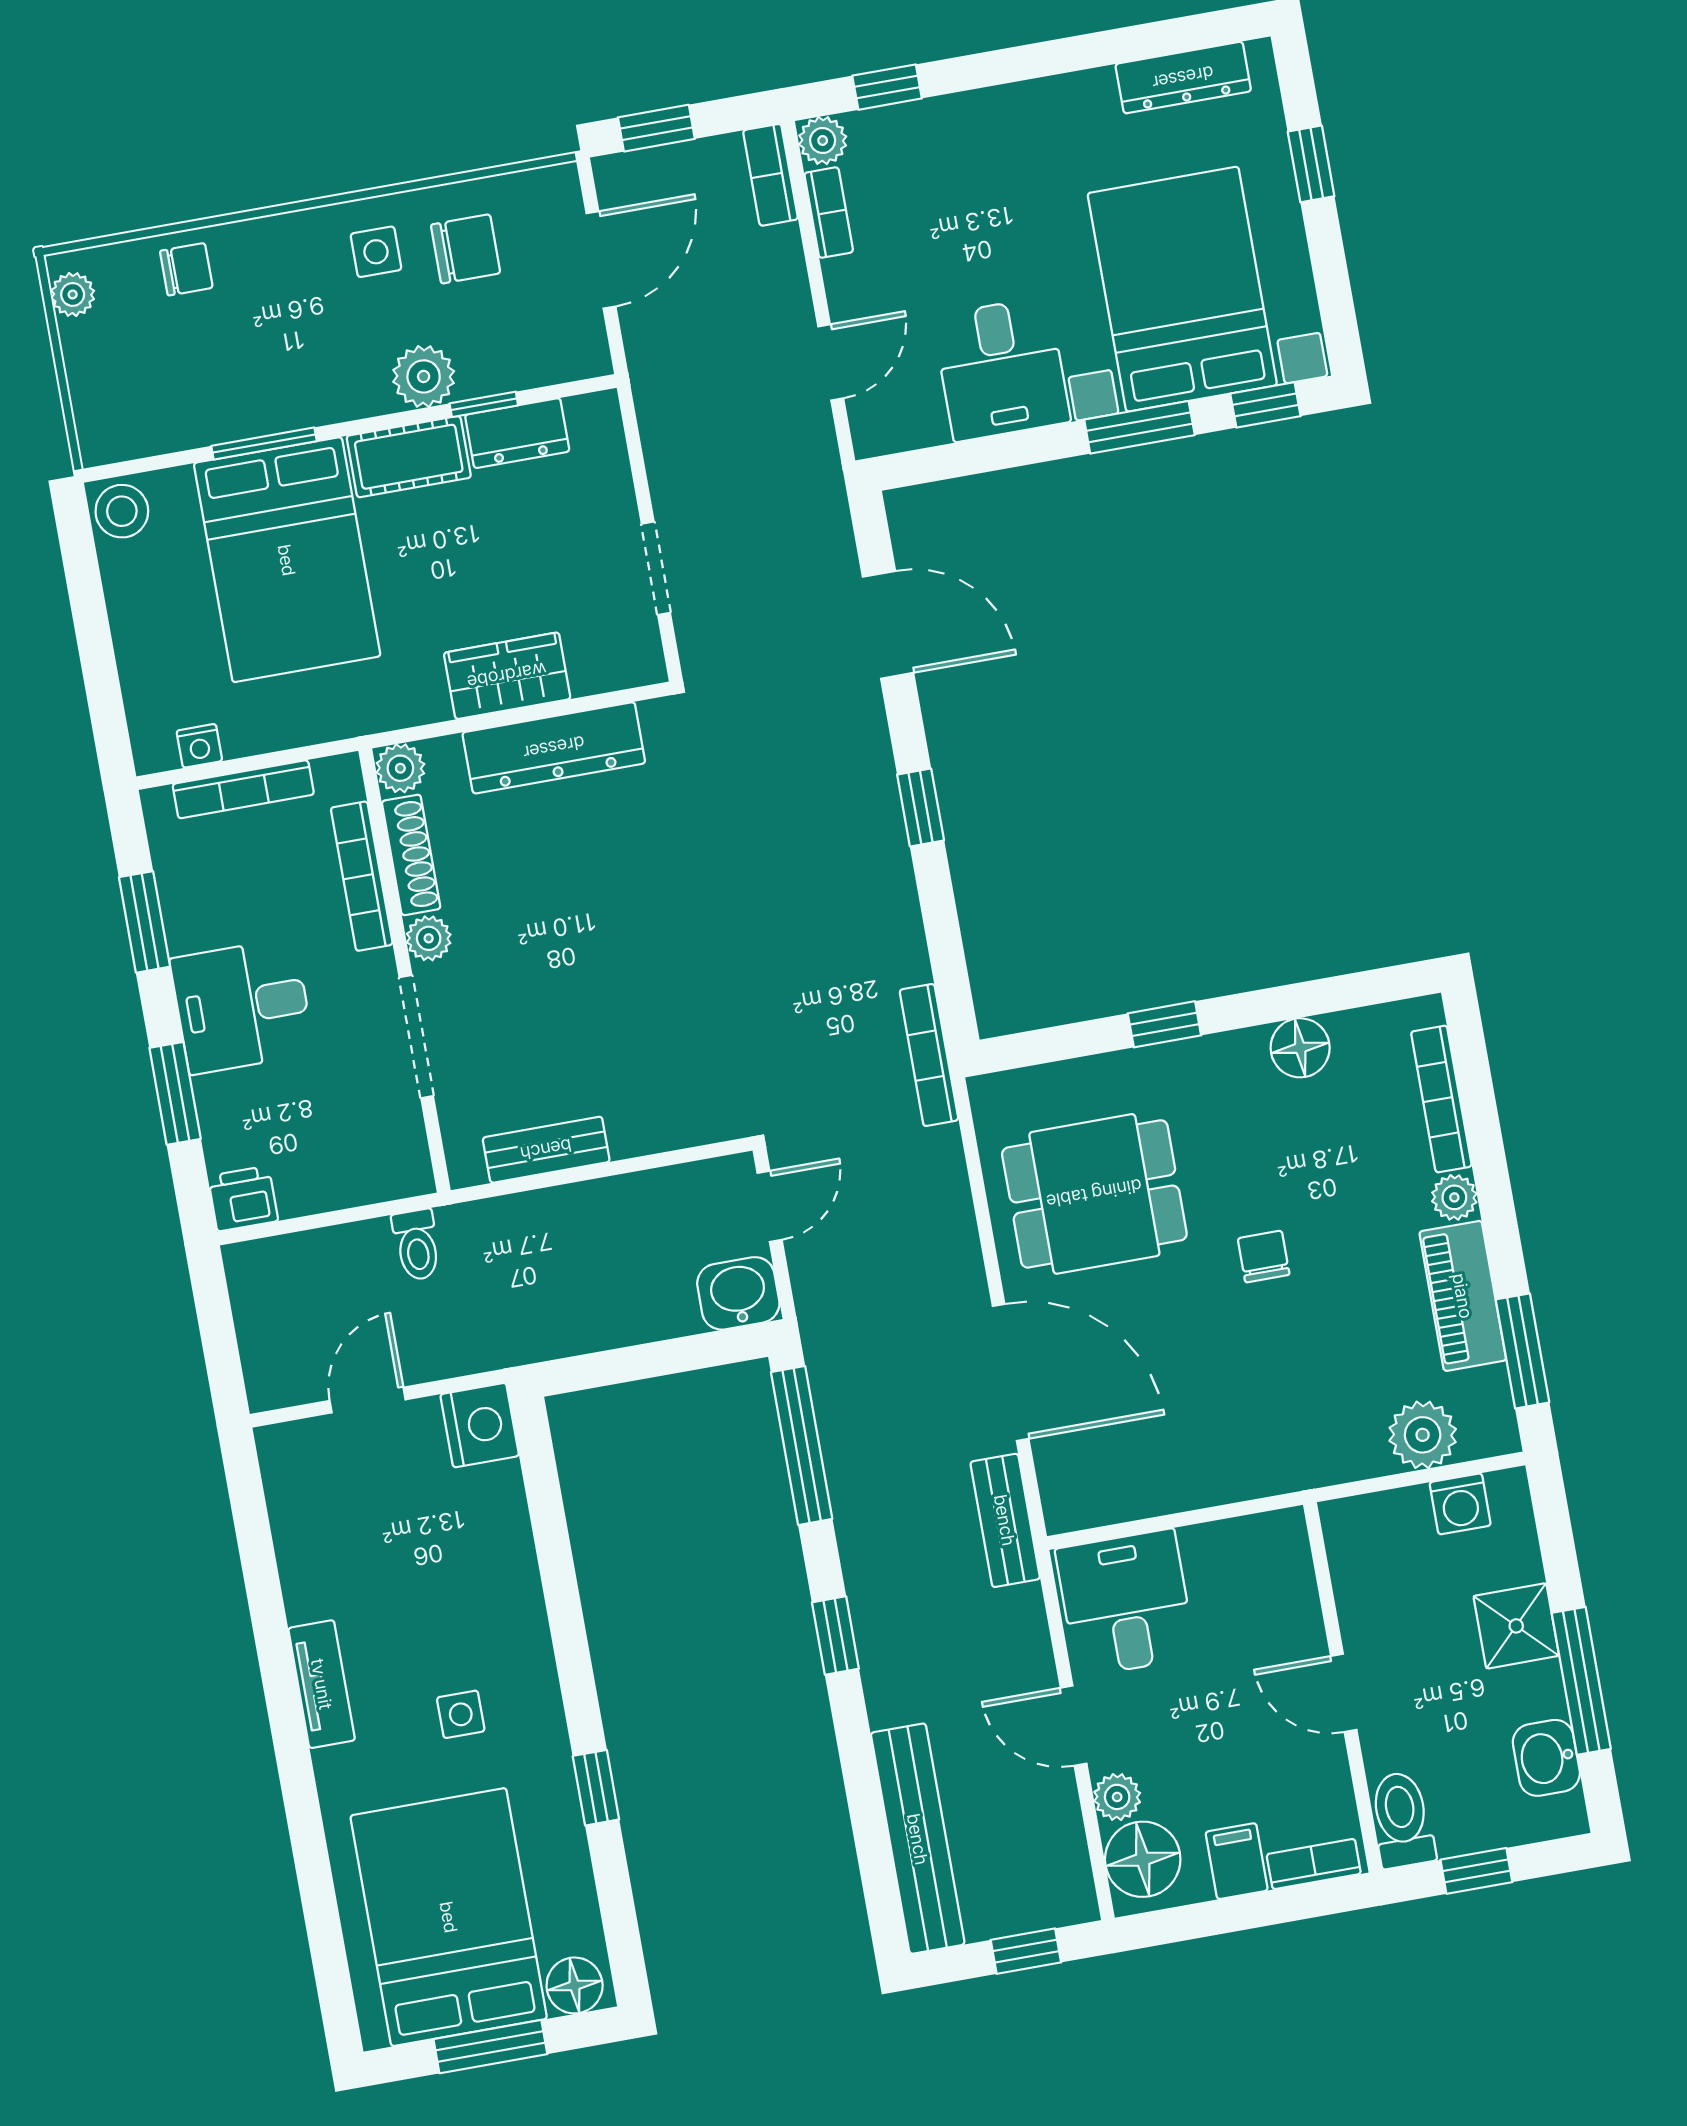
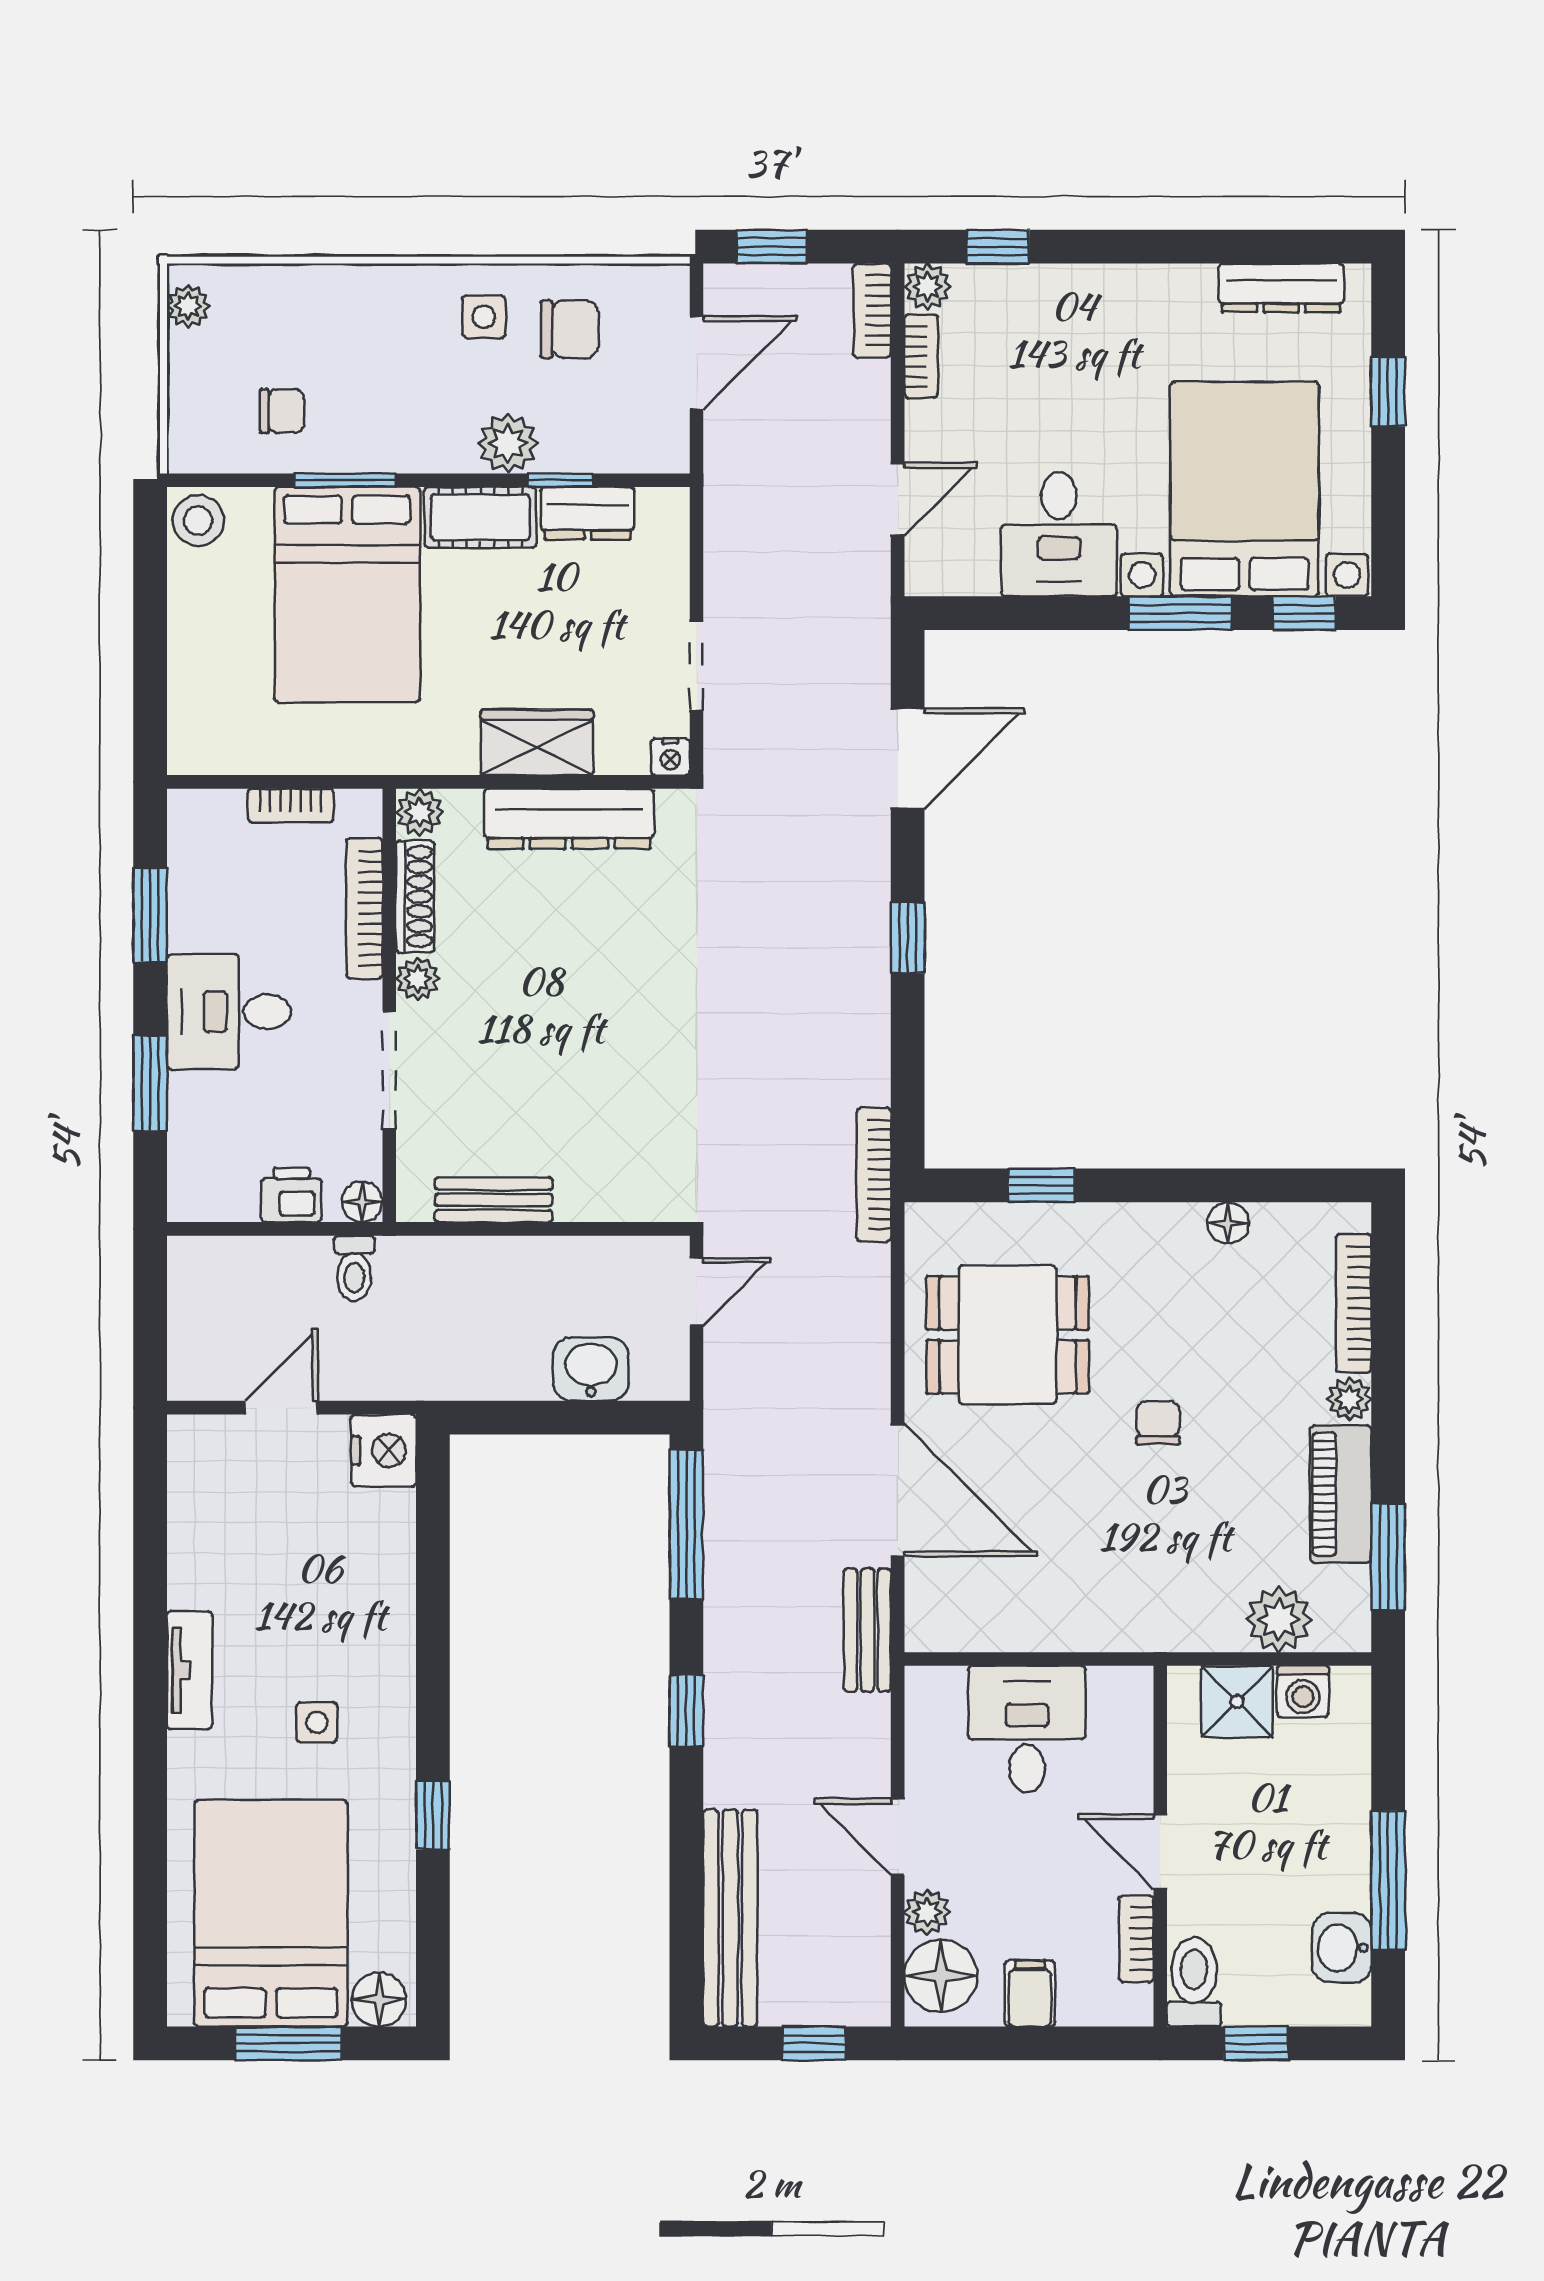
chair: (186, 269) -> (282, 411), moved
door: (888, 625) -> (908, 758), hinge flipped
nightstand: (199, 746) -> (670, 757), moved
bookcase: (243, 789) -> (290, 806), width x0.64
window: (1164, 1024) -> (1041, 1185), moved
floor lamp: (1300, 1048) -> (1228, 1223), width x0.73, depth x0.73
floor lamp: (413, 1176) -> (362, 1202), added
printer: (243, 1199) -> (292, 1195), moved
washbasin: (738, 1293) -> (591, 1369), moved
desk: (1126, 1603) -> (1027, 1729), moved
shower: (1516, 1626) -> (1237, 1702), moved
bookcase: (1314, 1864) -> (1136, 1939), moved, turned -90

